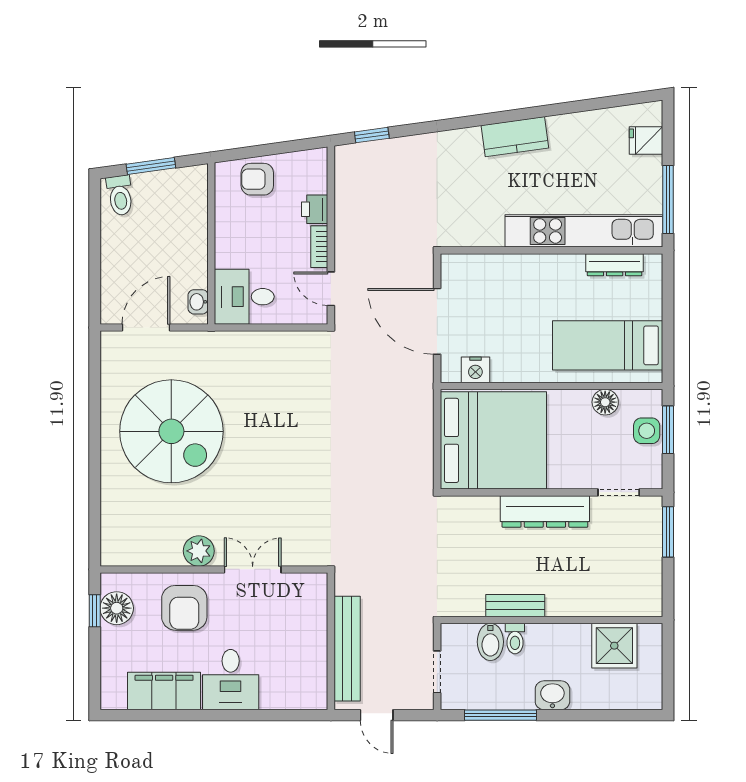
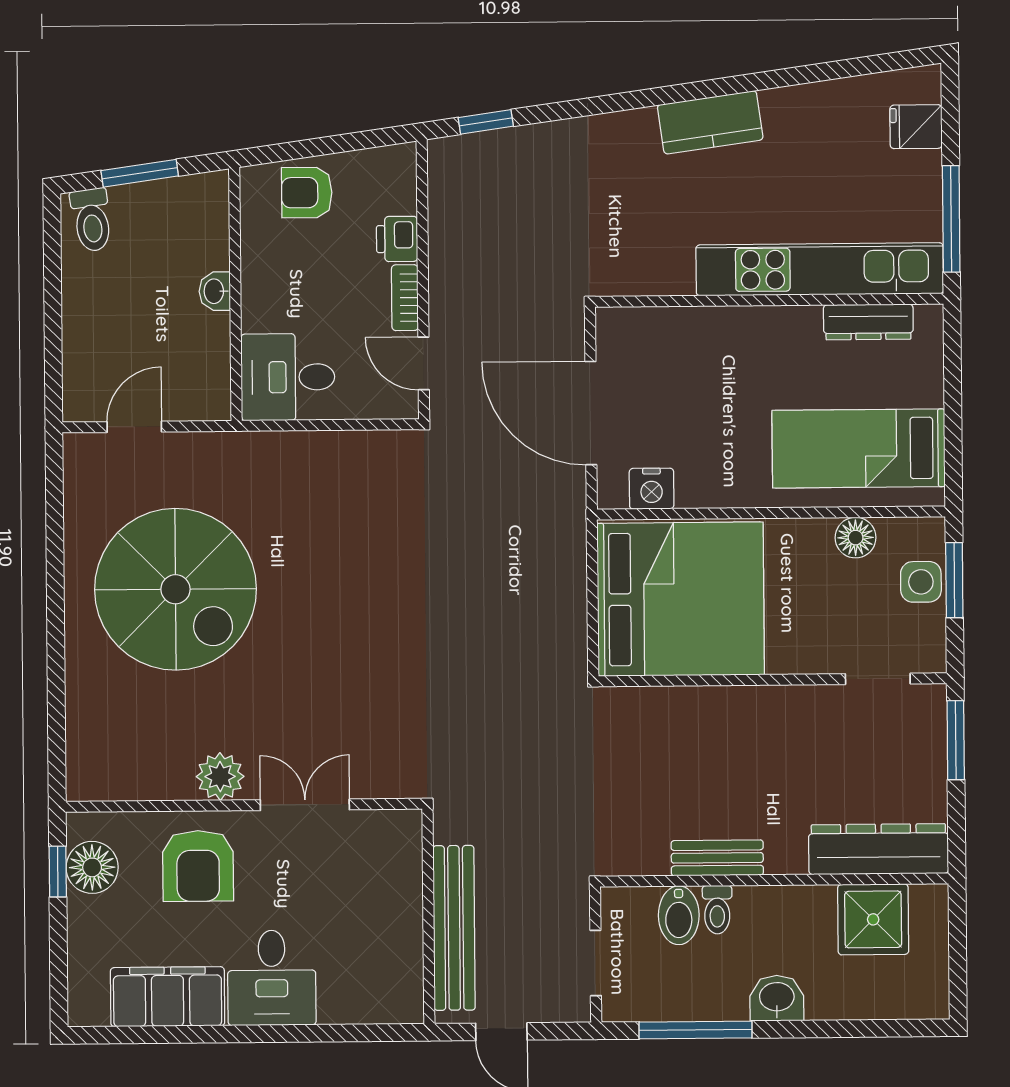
washbasin: (198, 302) -> (215, 291), moved
door: (146, 328) -> (134, 427), width x0.73
dresser: (545, 511) -> (878, 849), moved, turned 180

